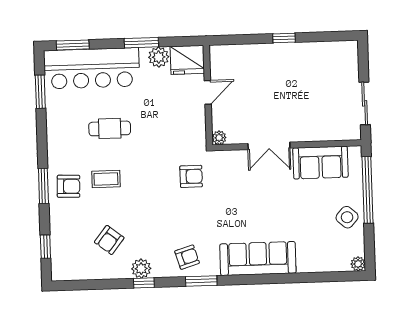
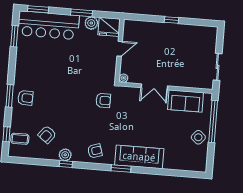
cafe table: (110, 128) -> (55, 64), removed
coffee table: (106, 179) -> (20, 139), moved
plant: (358, 264) -> (202, 167), removed
window: (201, 281) -> (121, 168), moved

